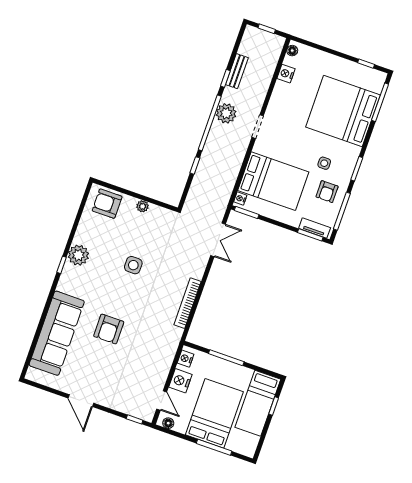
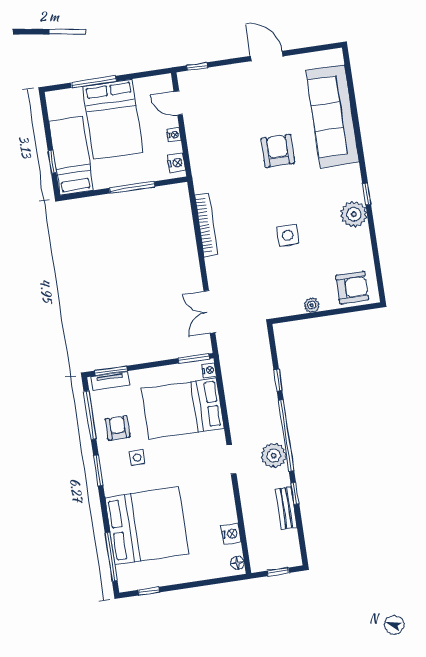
nightstand: (180, 381) -> (174, 135), width x0.53, depth x0.56
floor lamp: (168, 423) -> (158, 82), removed

